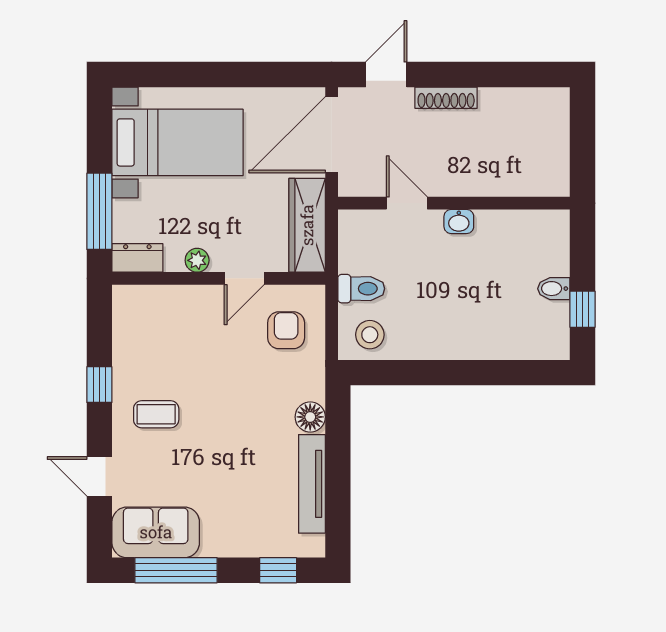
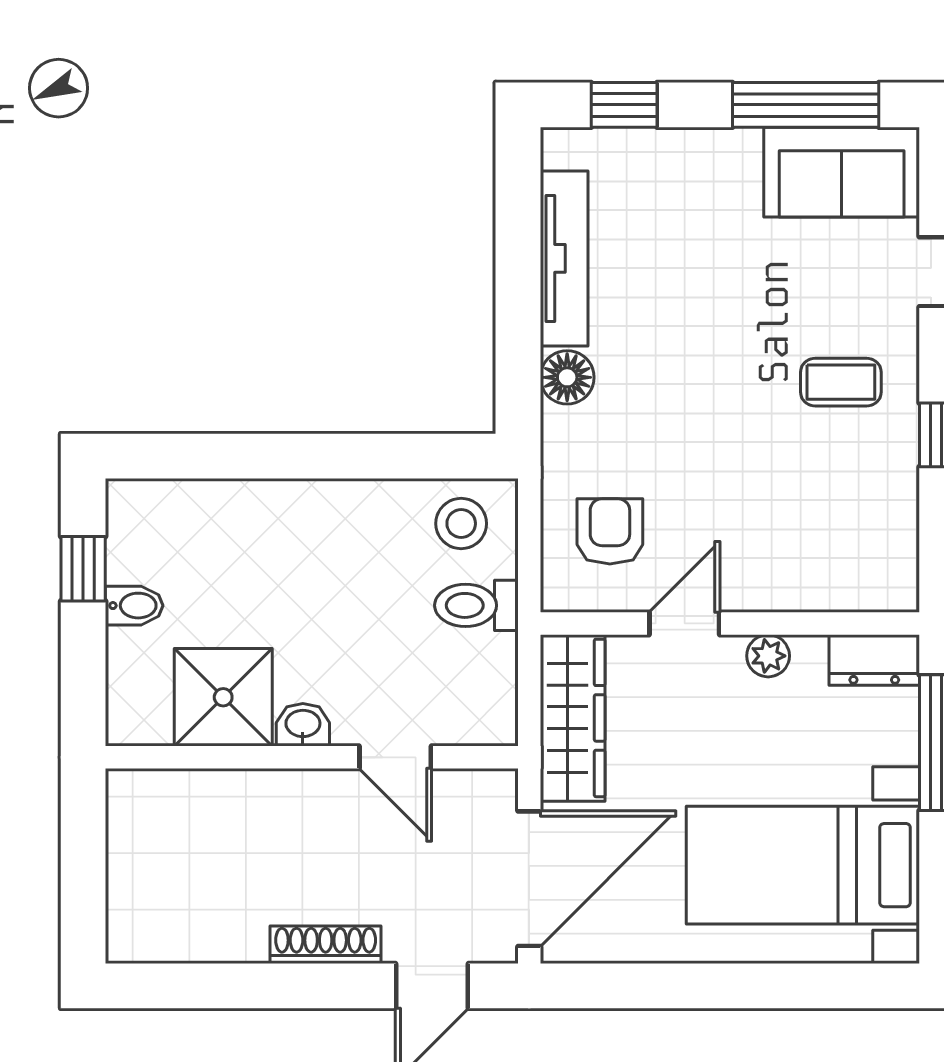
shower: (504, 237) -> (223, 697), added
armchair: (286, 330) -> (610, 531), turned 180

